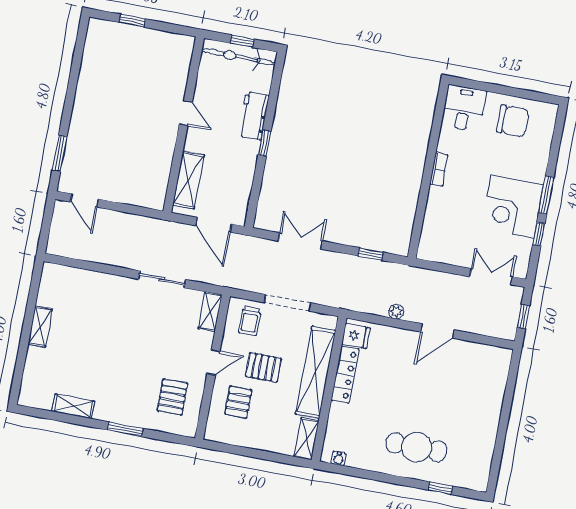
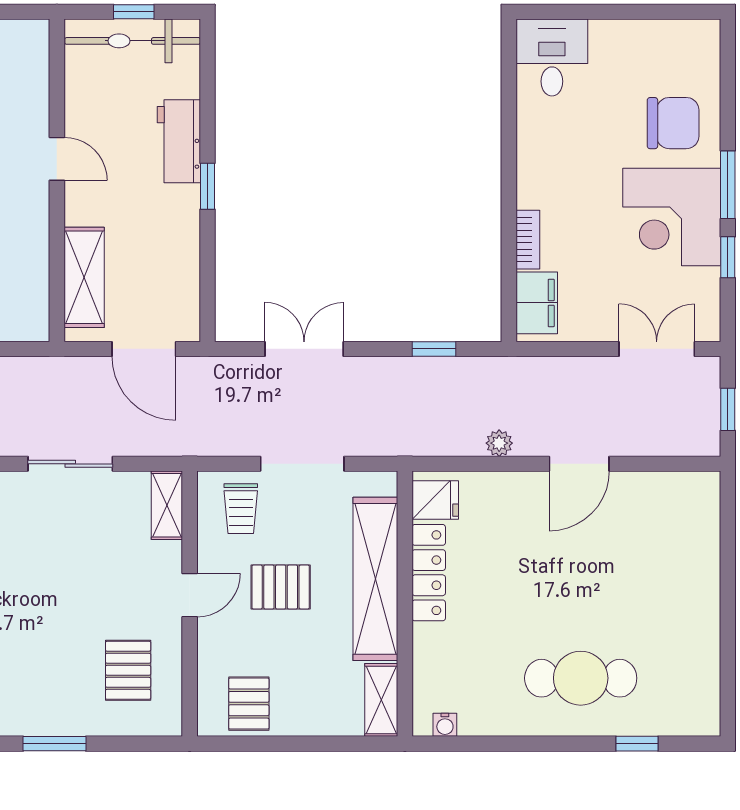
chair: (513, 121) -> (673, 123), moved
bookcase: (439, 170) -> (528, 240), moved
filing cabinet: (431, 240) -> (537, 303), added
pallet: (238, 402) -> (249, 704), moved

